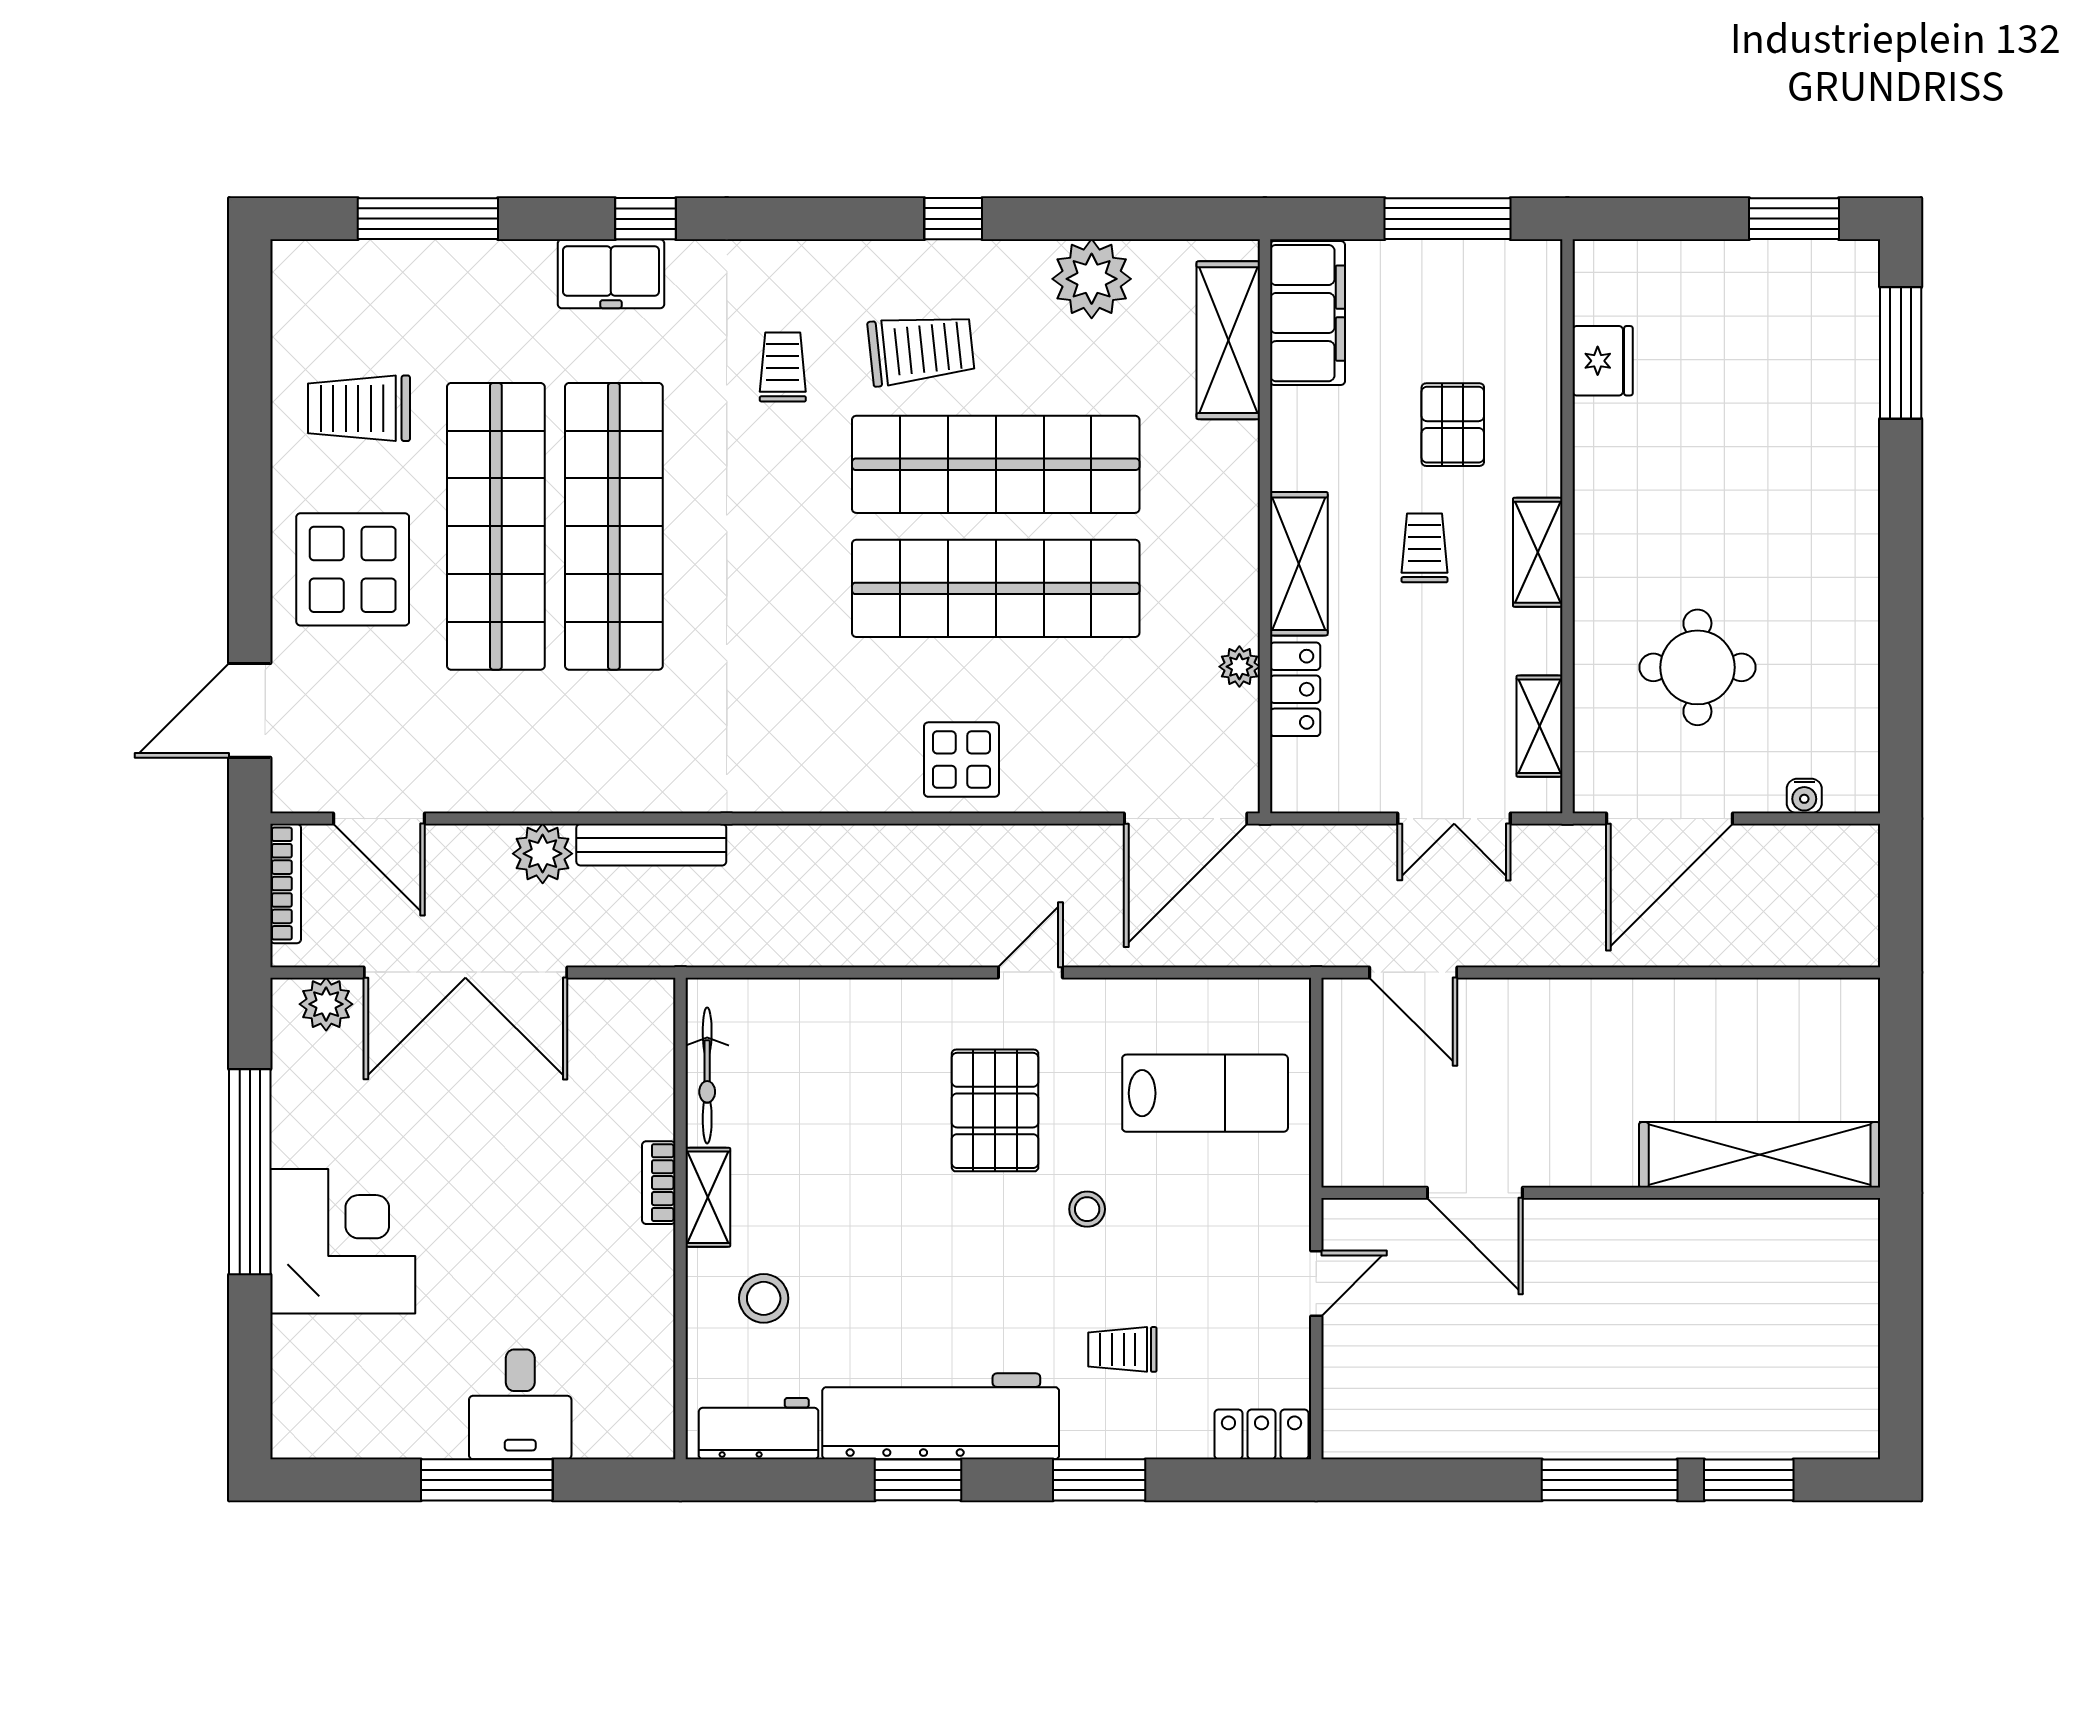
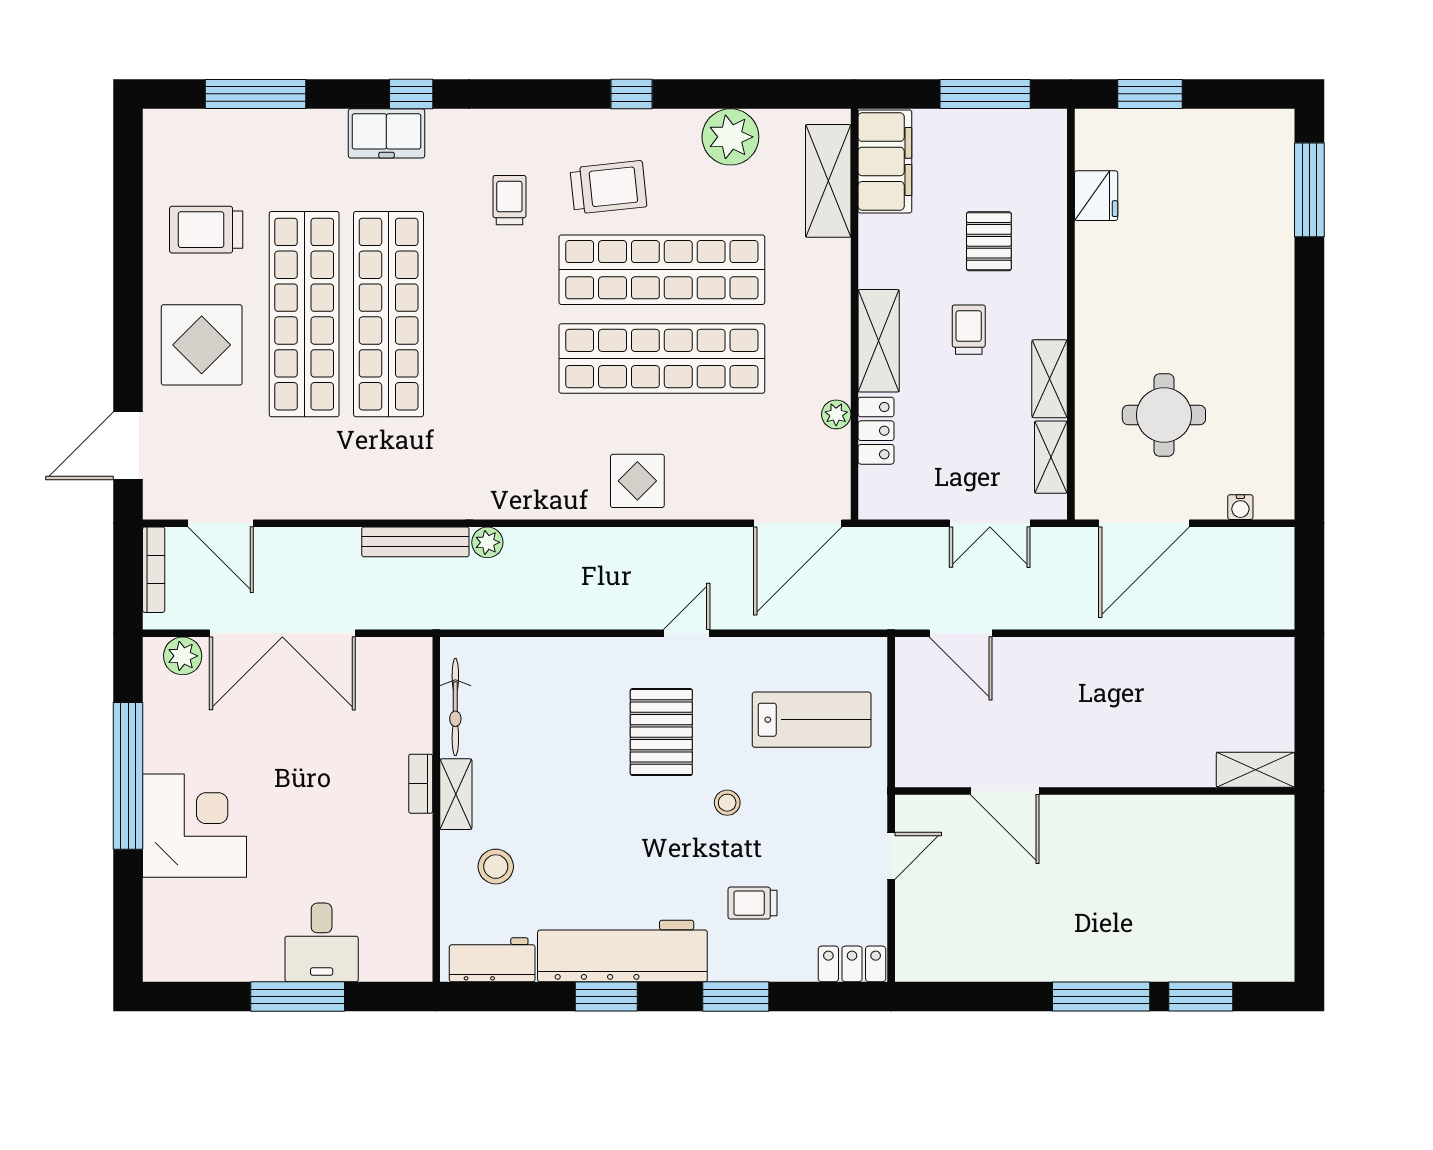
window: (1794, 219) -> (1150, 94), moved
shelving: (1538, 552) -> (1050, 379), moved
plant: (543, 854) -> (487, 542), moved, width x0.73, depth x0.73
shelving: (1760, 1155) -> (1255, 770), width x0.45, depth x0.75

